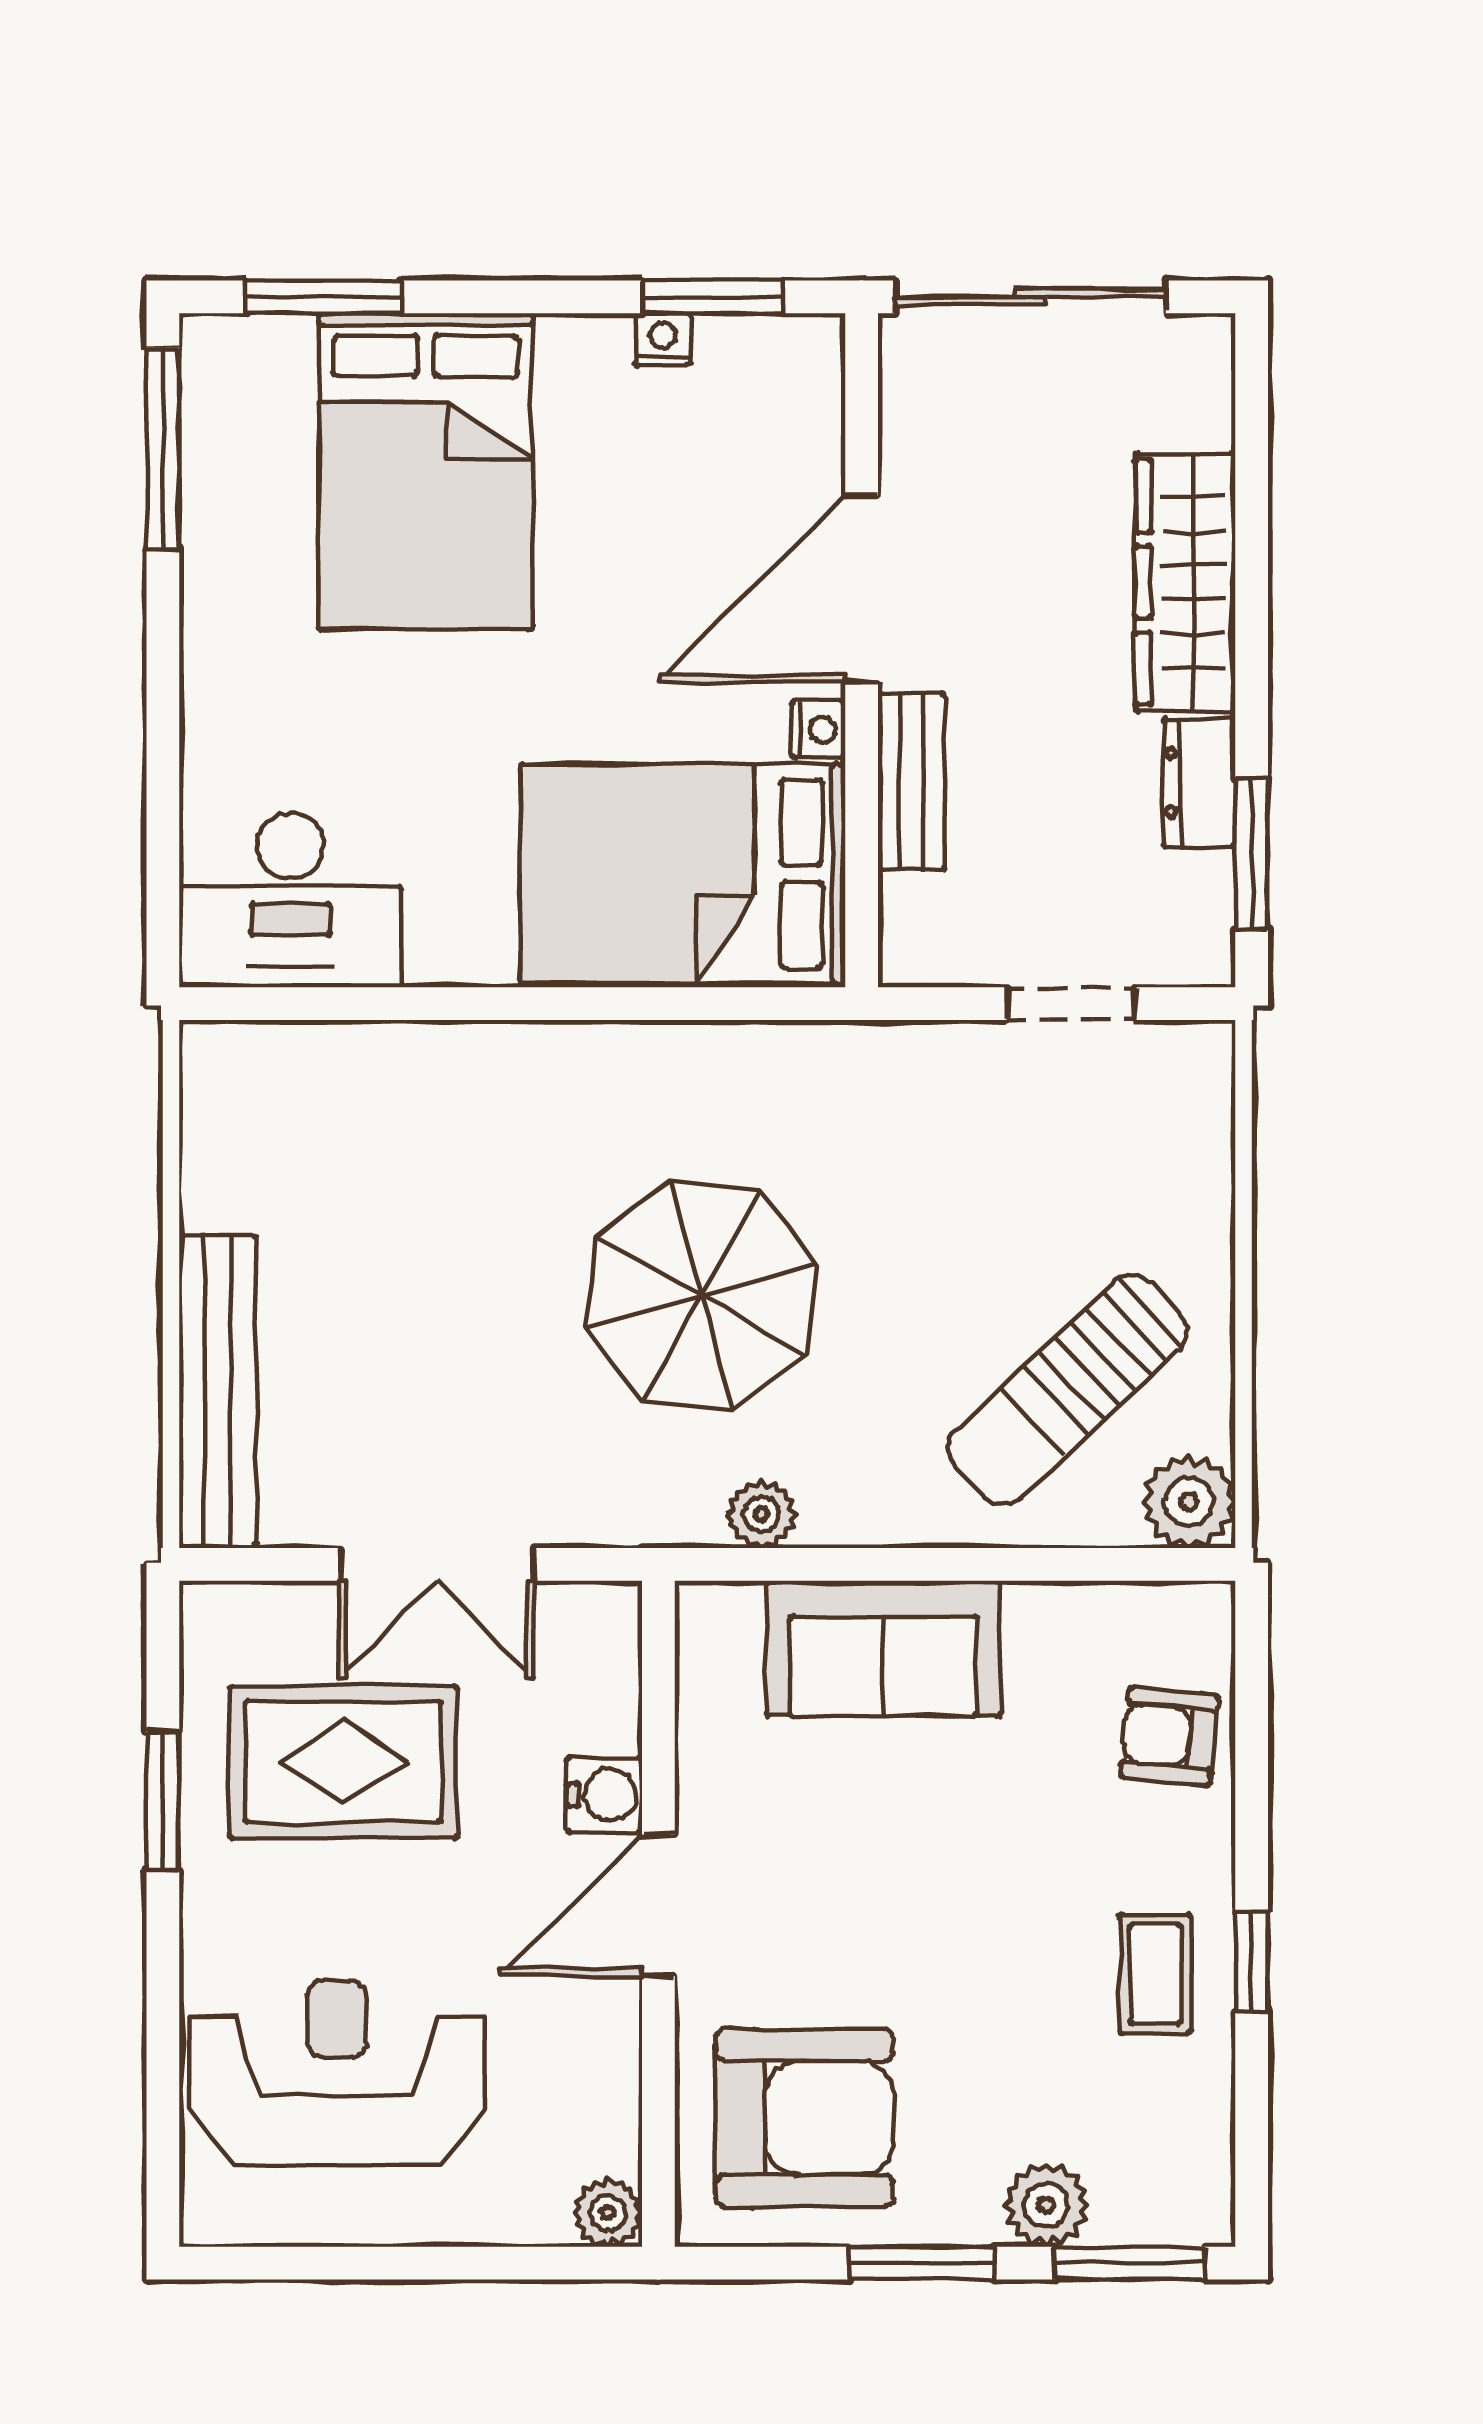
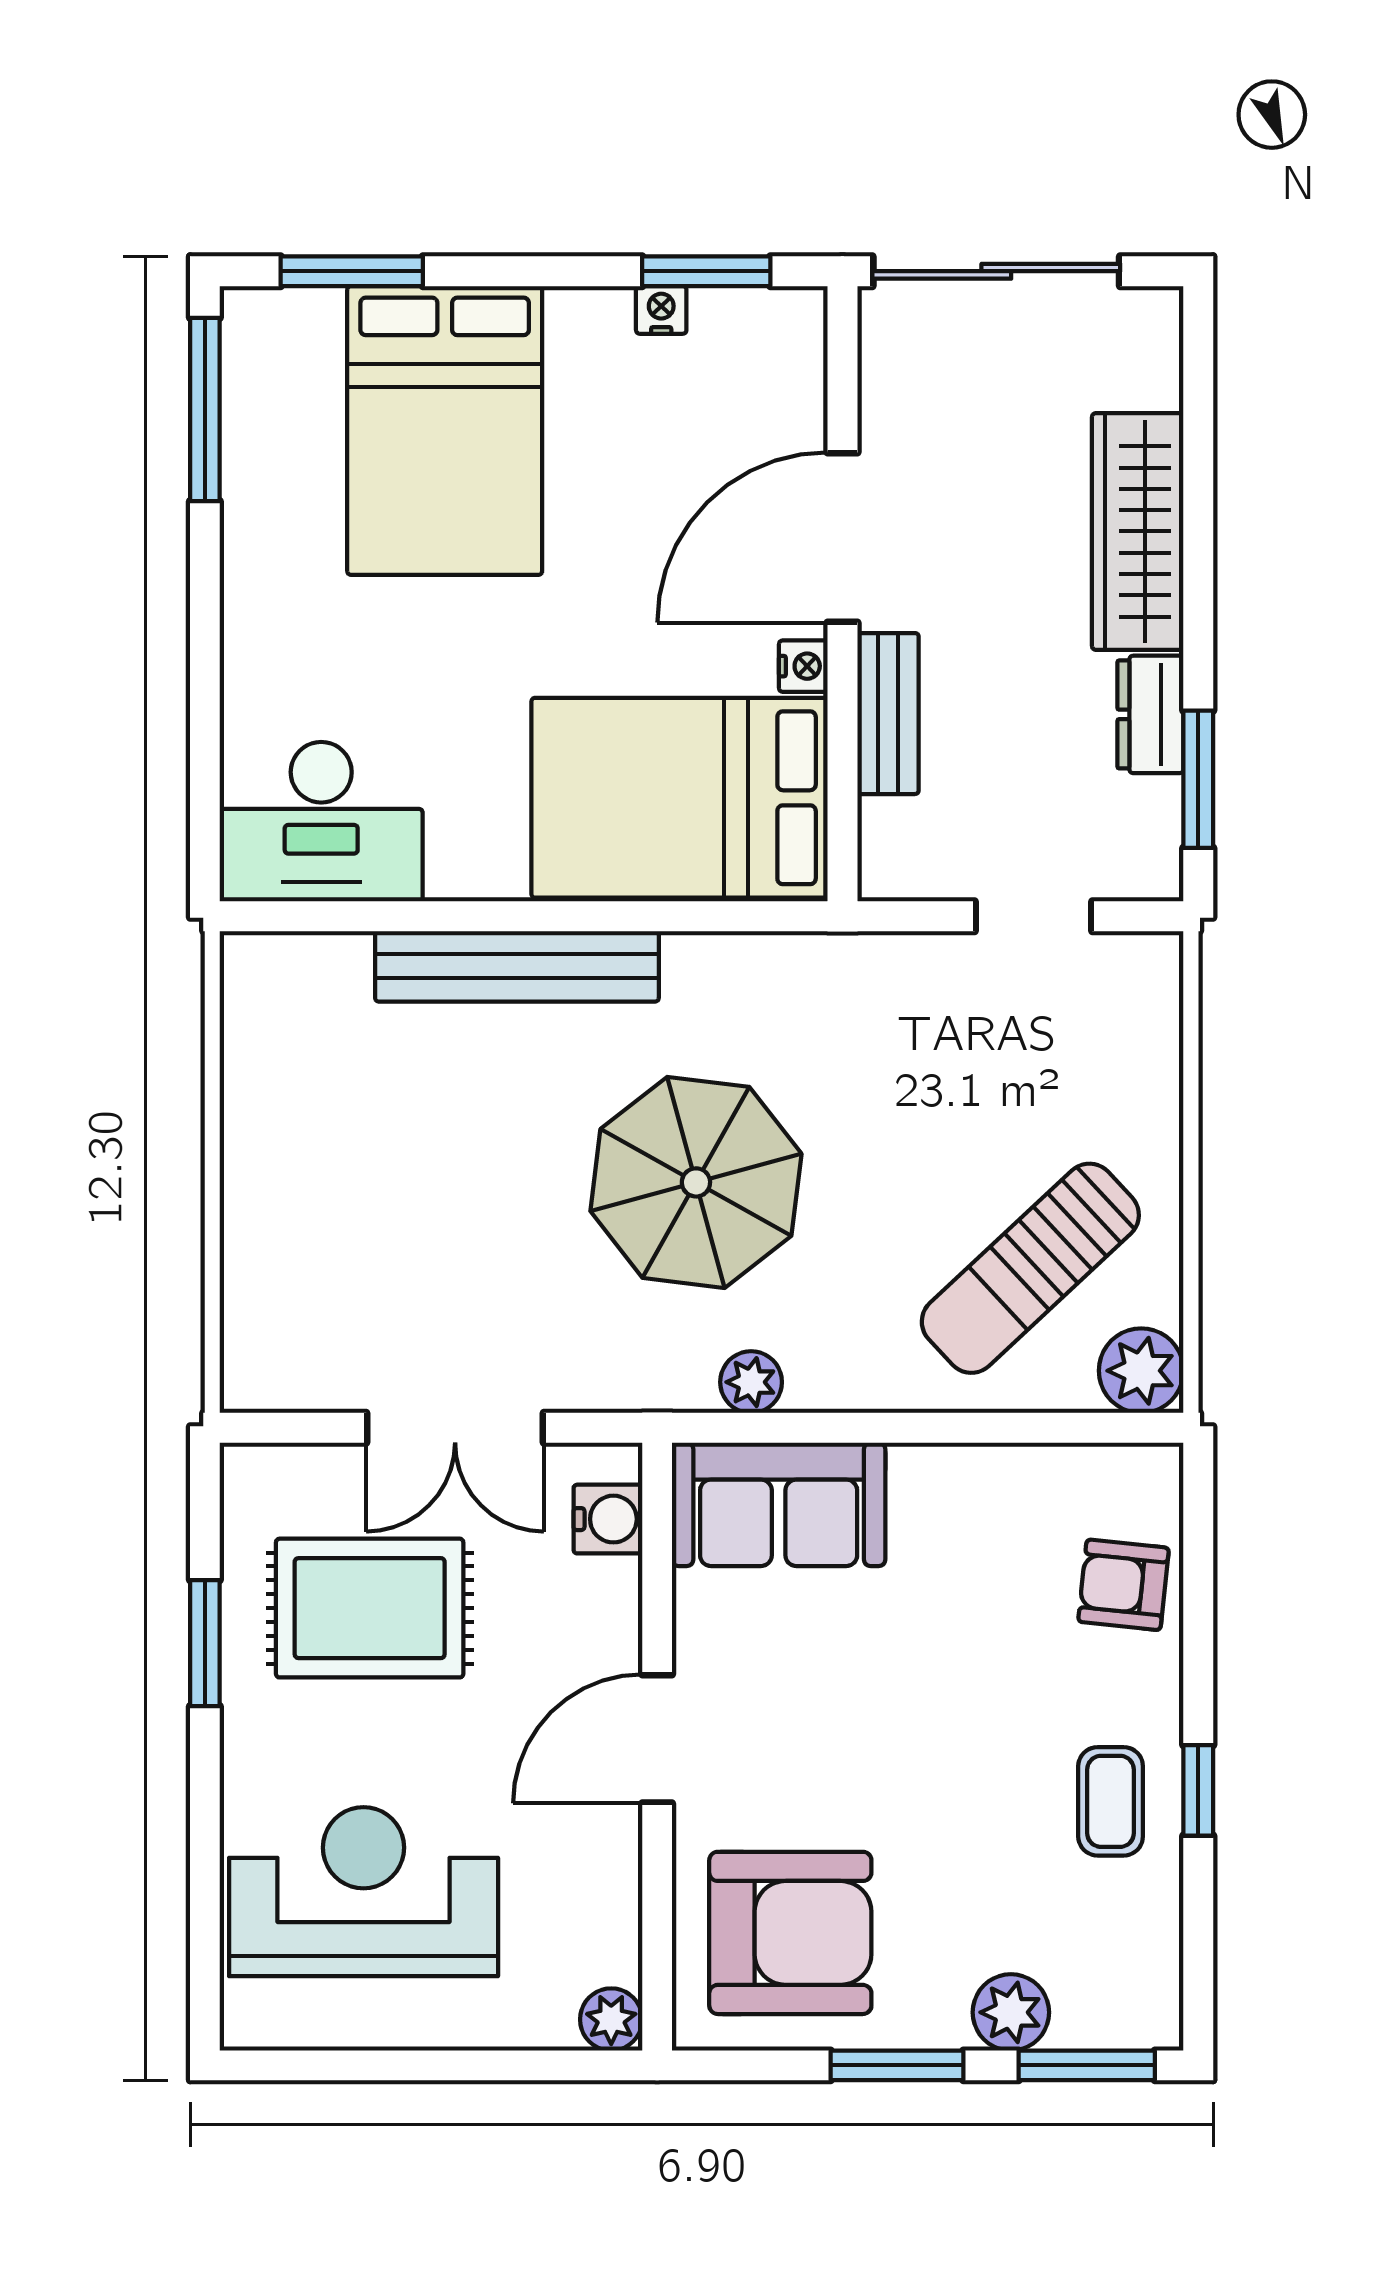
bench: (218, 1391) -> (517, 966), moved, turned 90
sofa: (883, 1648) -> (779, 1504), moved
water cooler: (604, 1795) -> (608, 1519), moved

